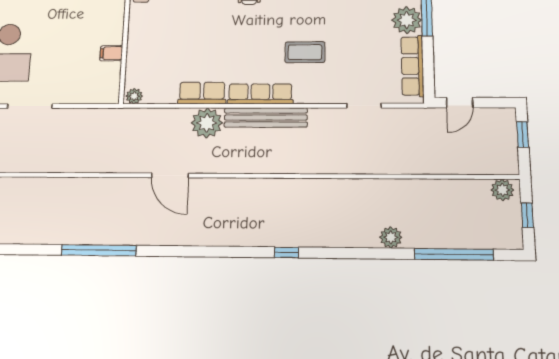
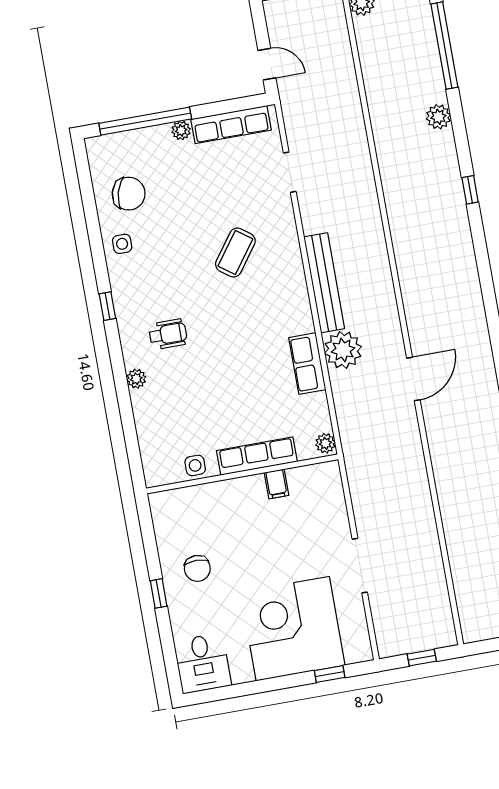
plant: (407, 20) -> (181, 130), width x0.53, depth x0.53
coffee table: (305, 52) -> (235, 253), turned 36
row of seats: (260, 94) -> (257, 456), moved, turned 90
window: (287, 252) -> (470, 190), moved

